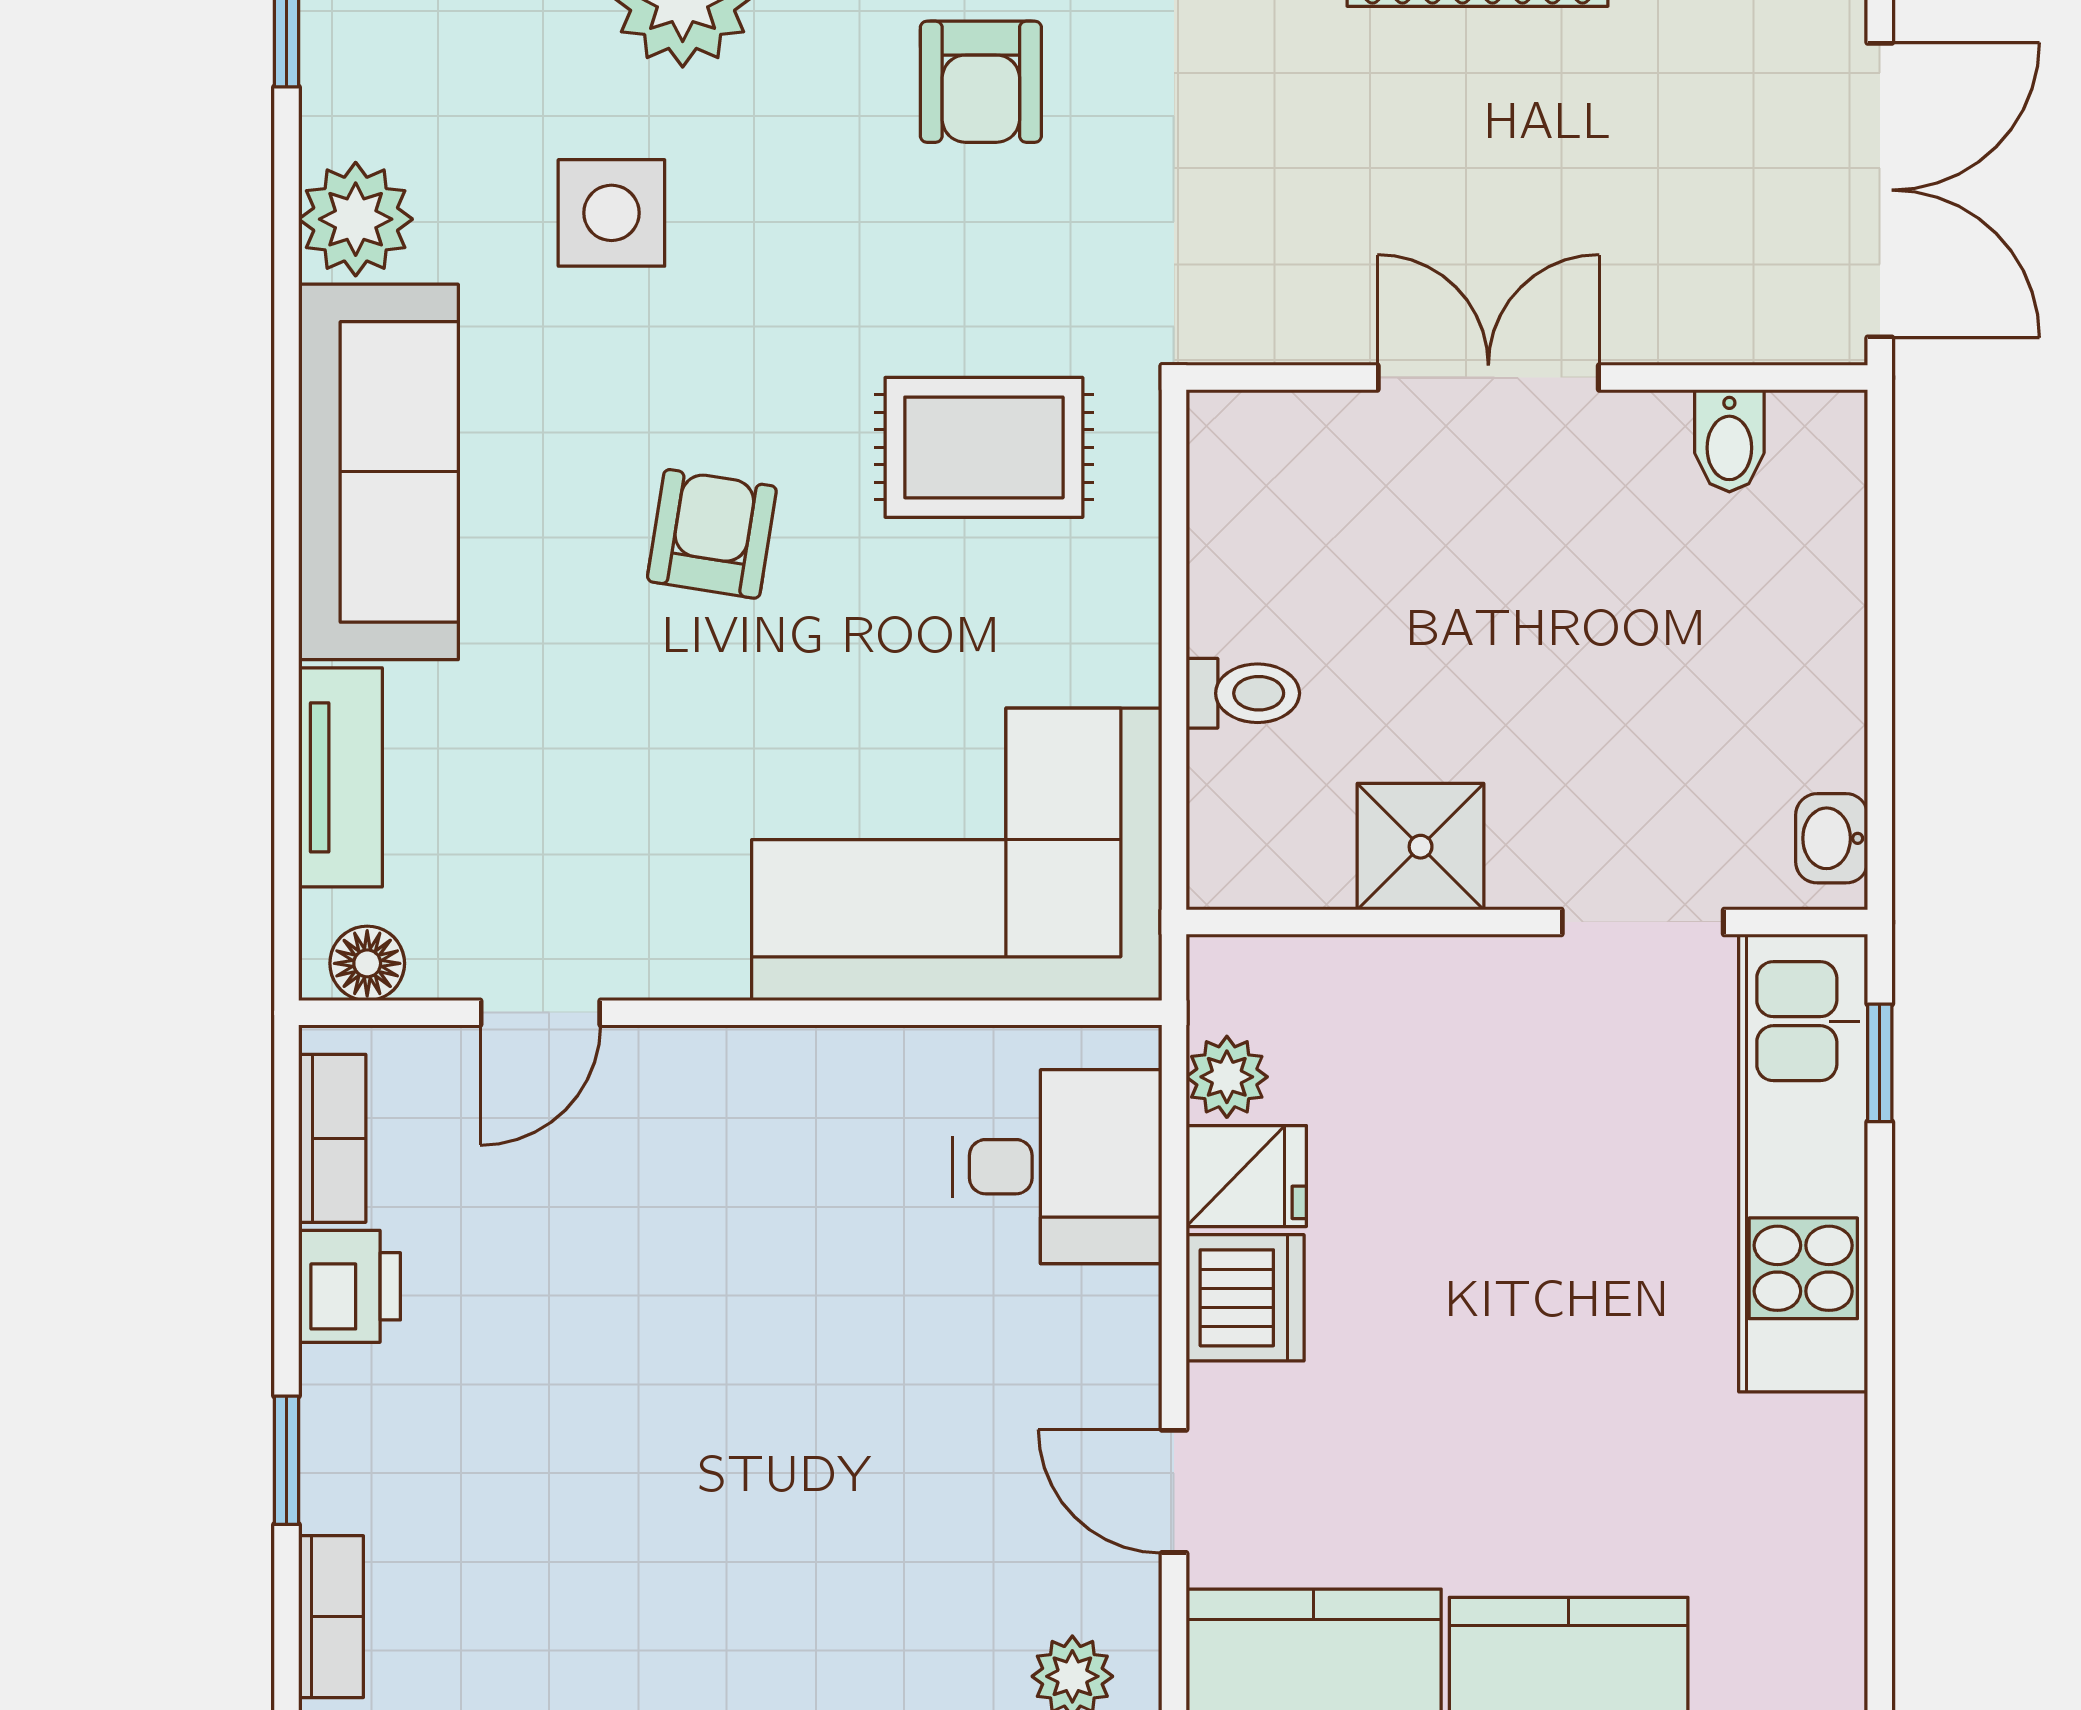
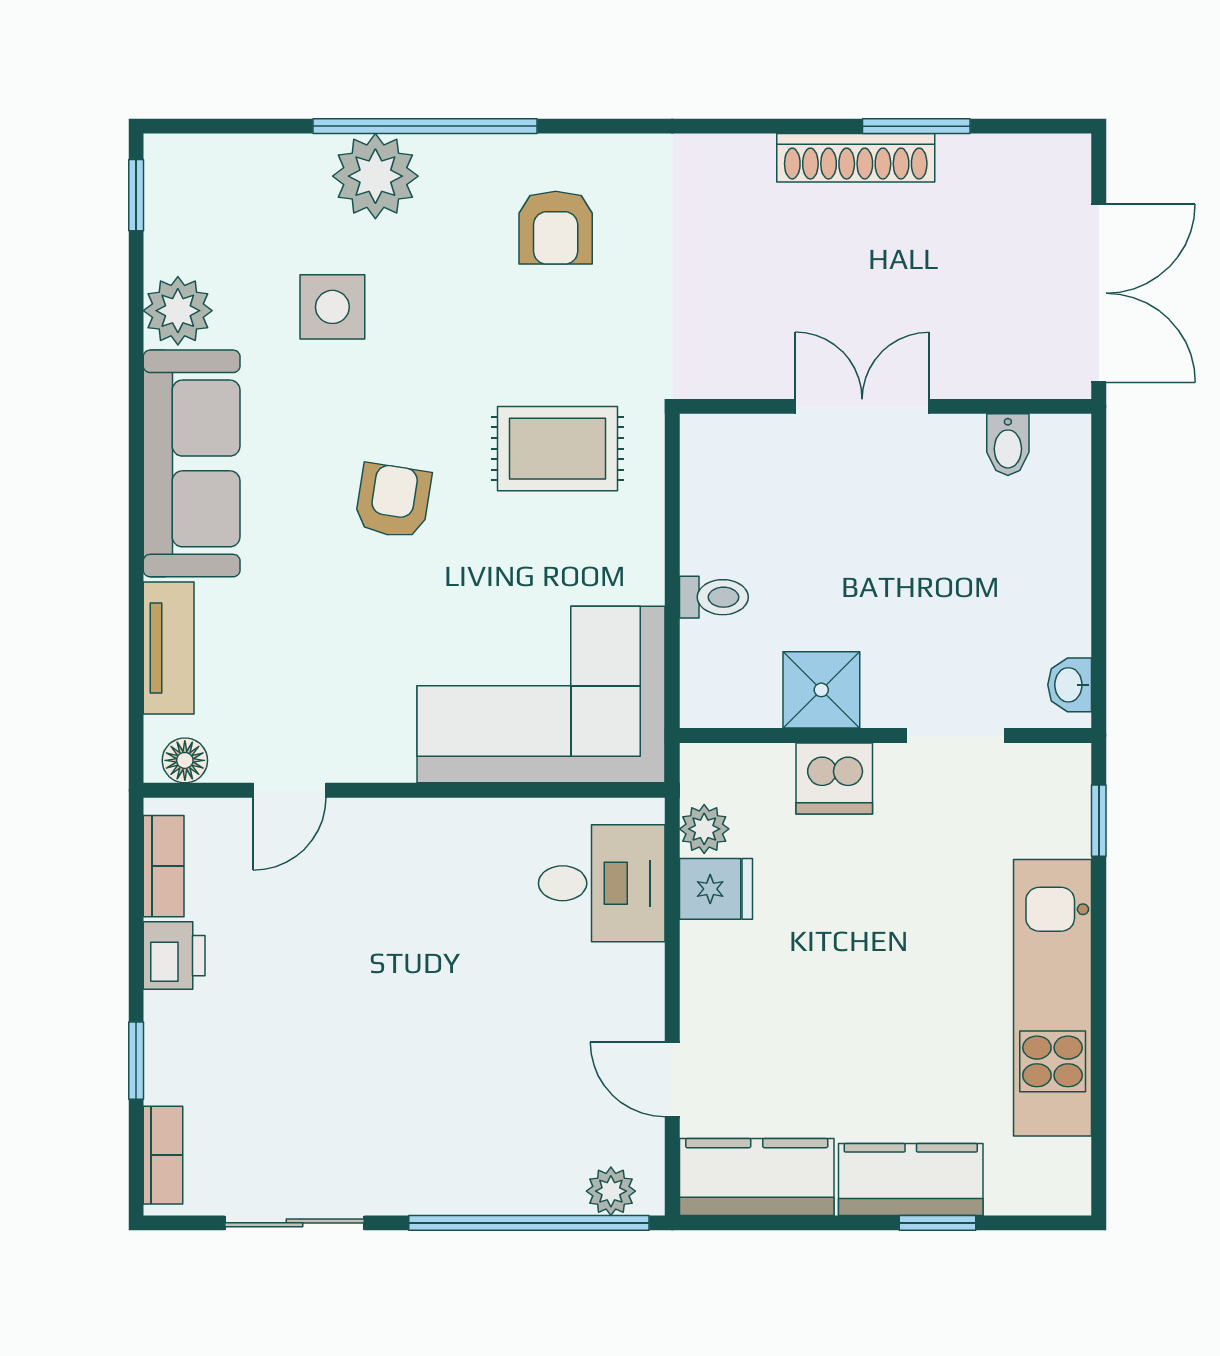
kitchen unit: (1803, 1163) -> (1053, 998), moved
dishwasher: (1245, 1298) -> (834, 778), moved, turned 90

